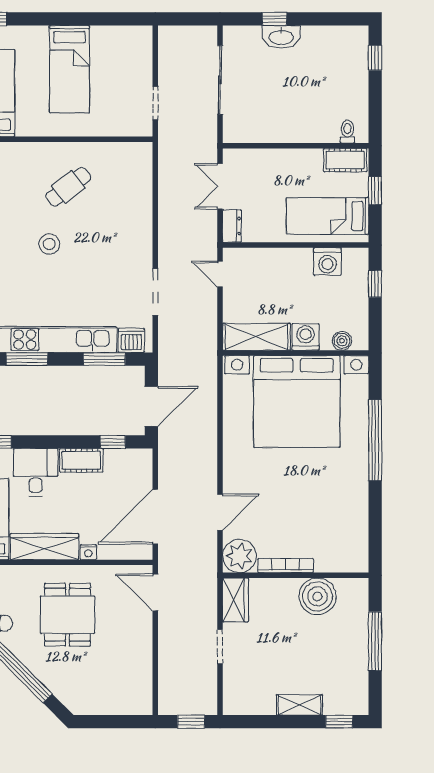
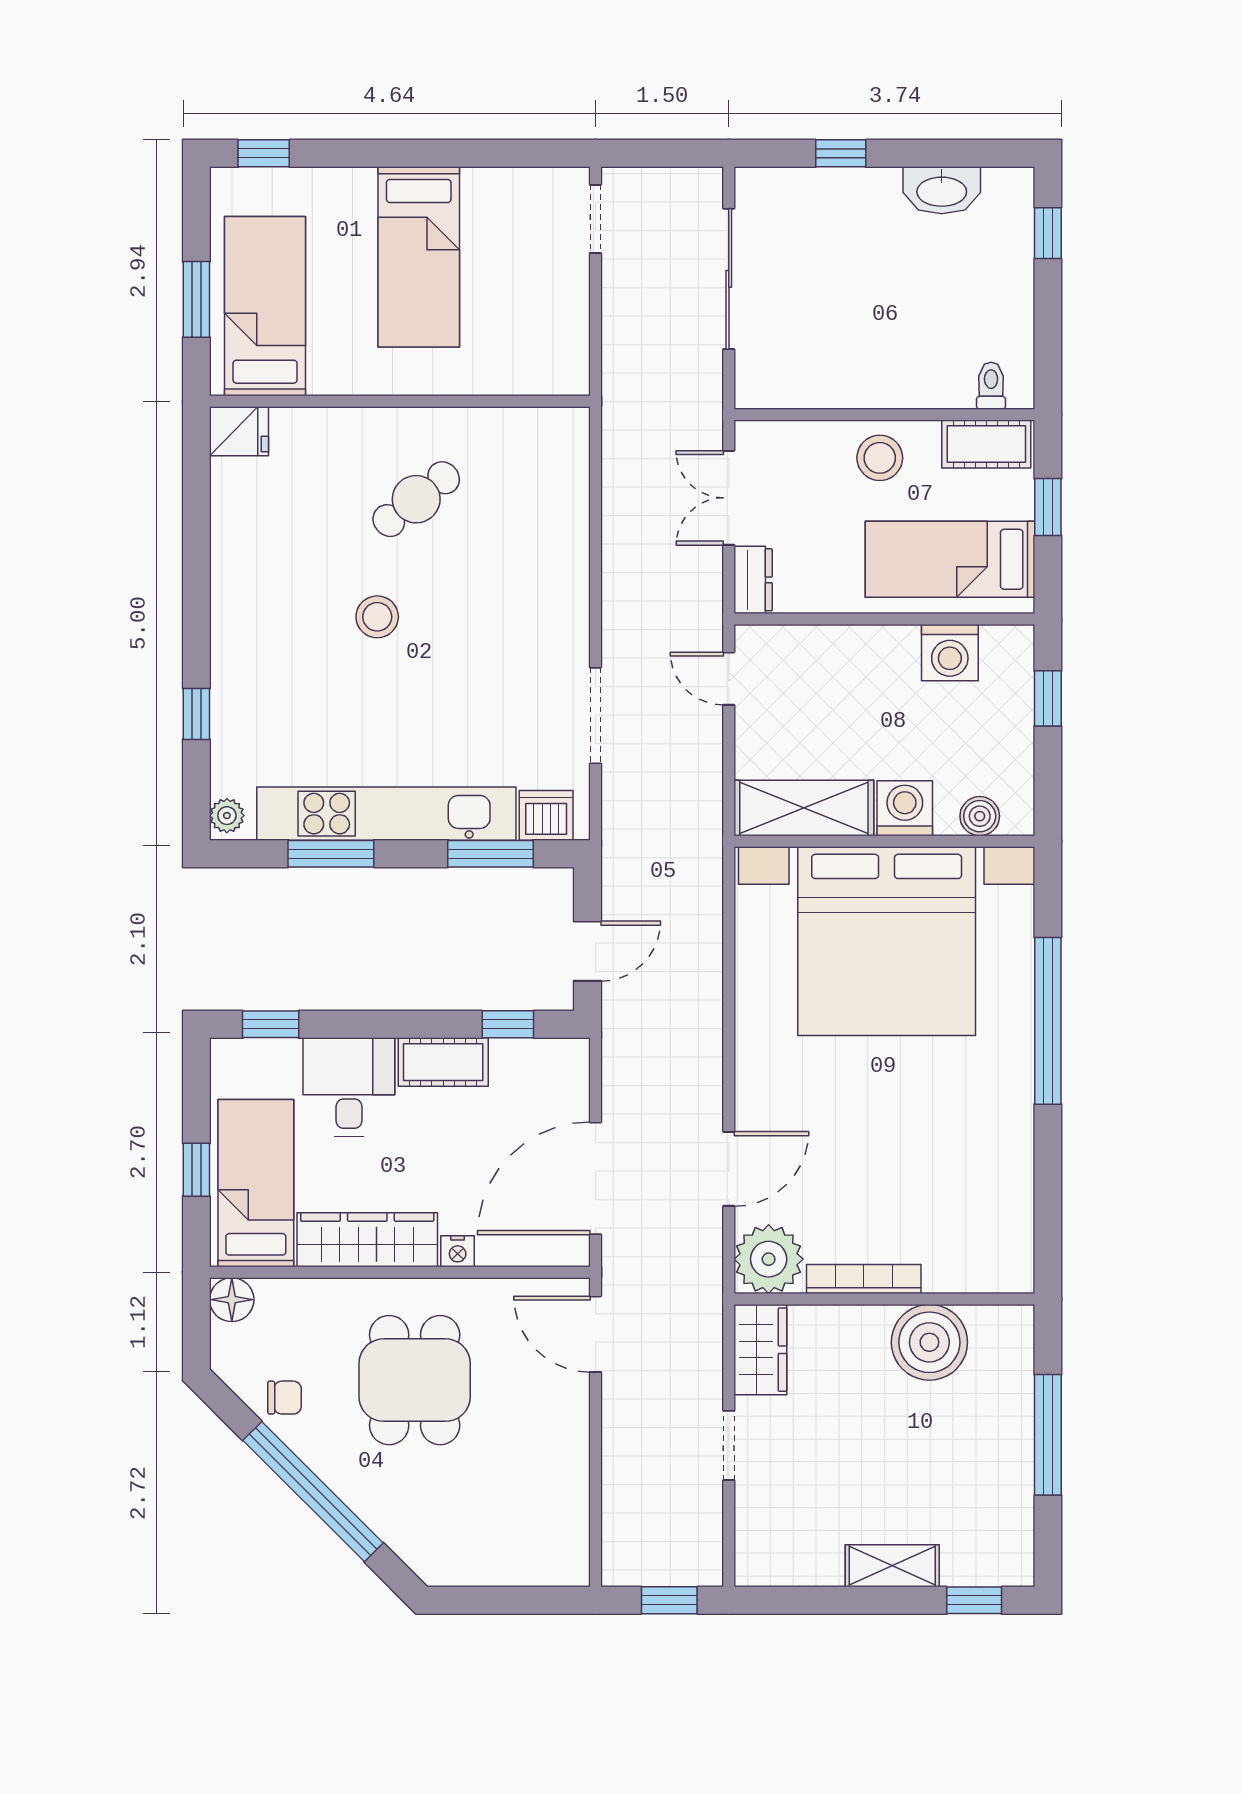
washbasin: (281, 37) -> (942, 190), moved
doorway: (155, 103) -> (595, 219), moved
stool: (293, 167) -> (880, 458), added
door: (151, 406) -> (587, 951), width x0.73

